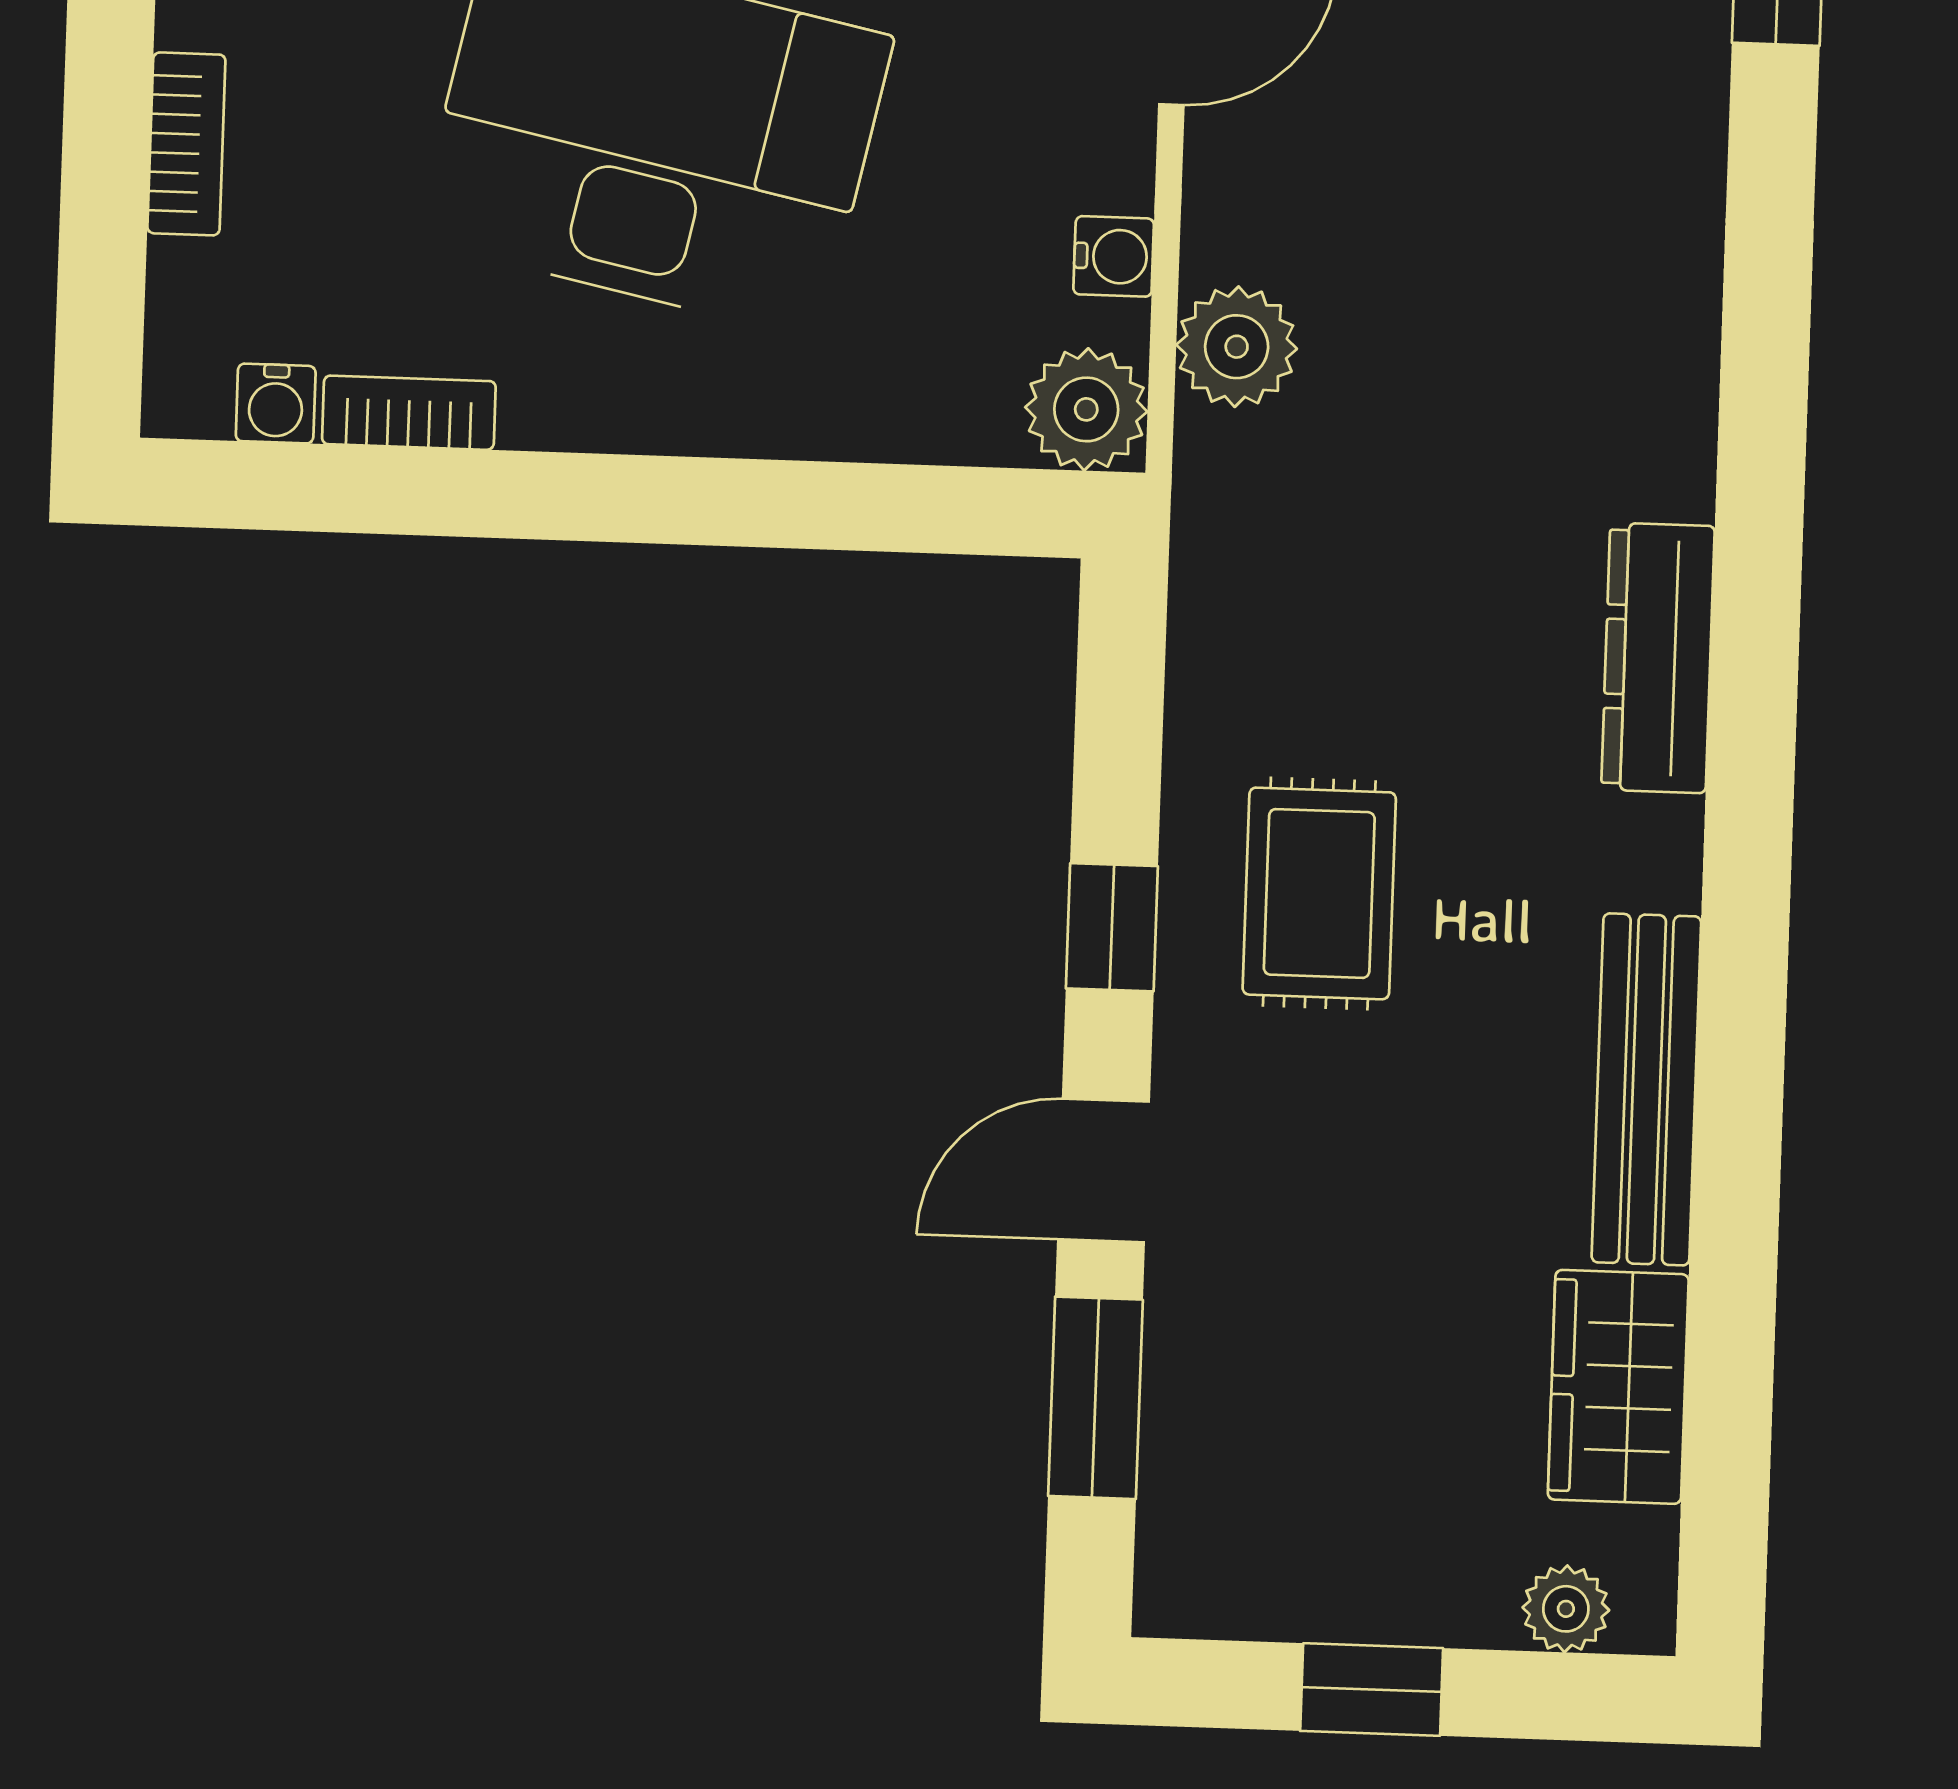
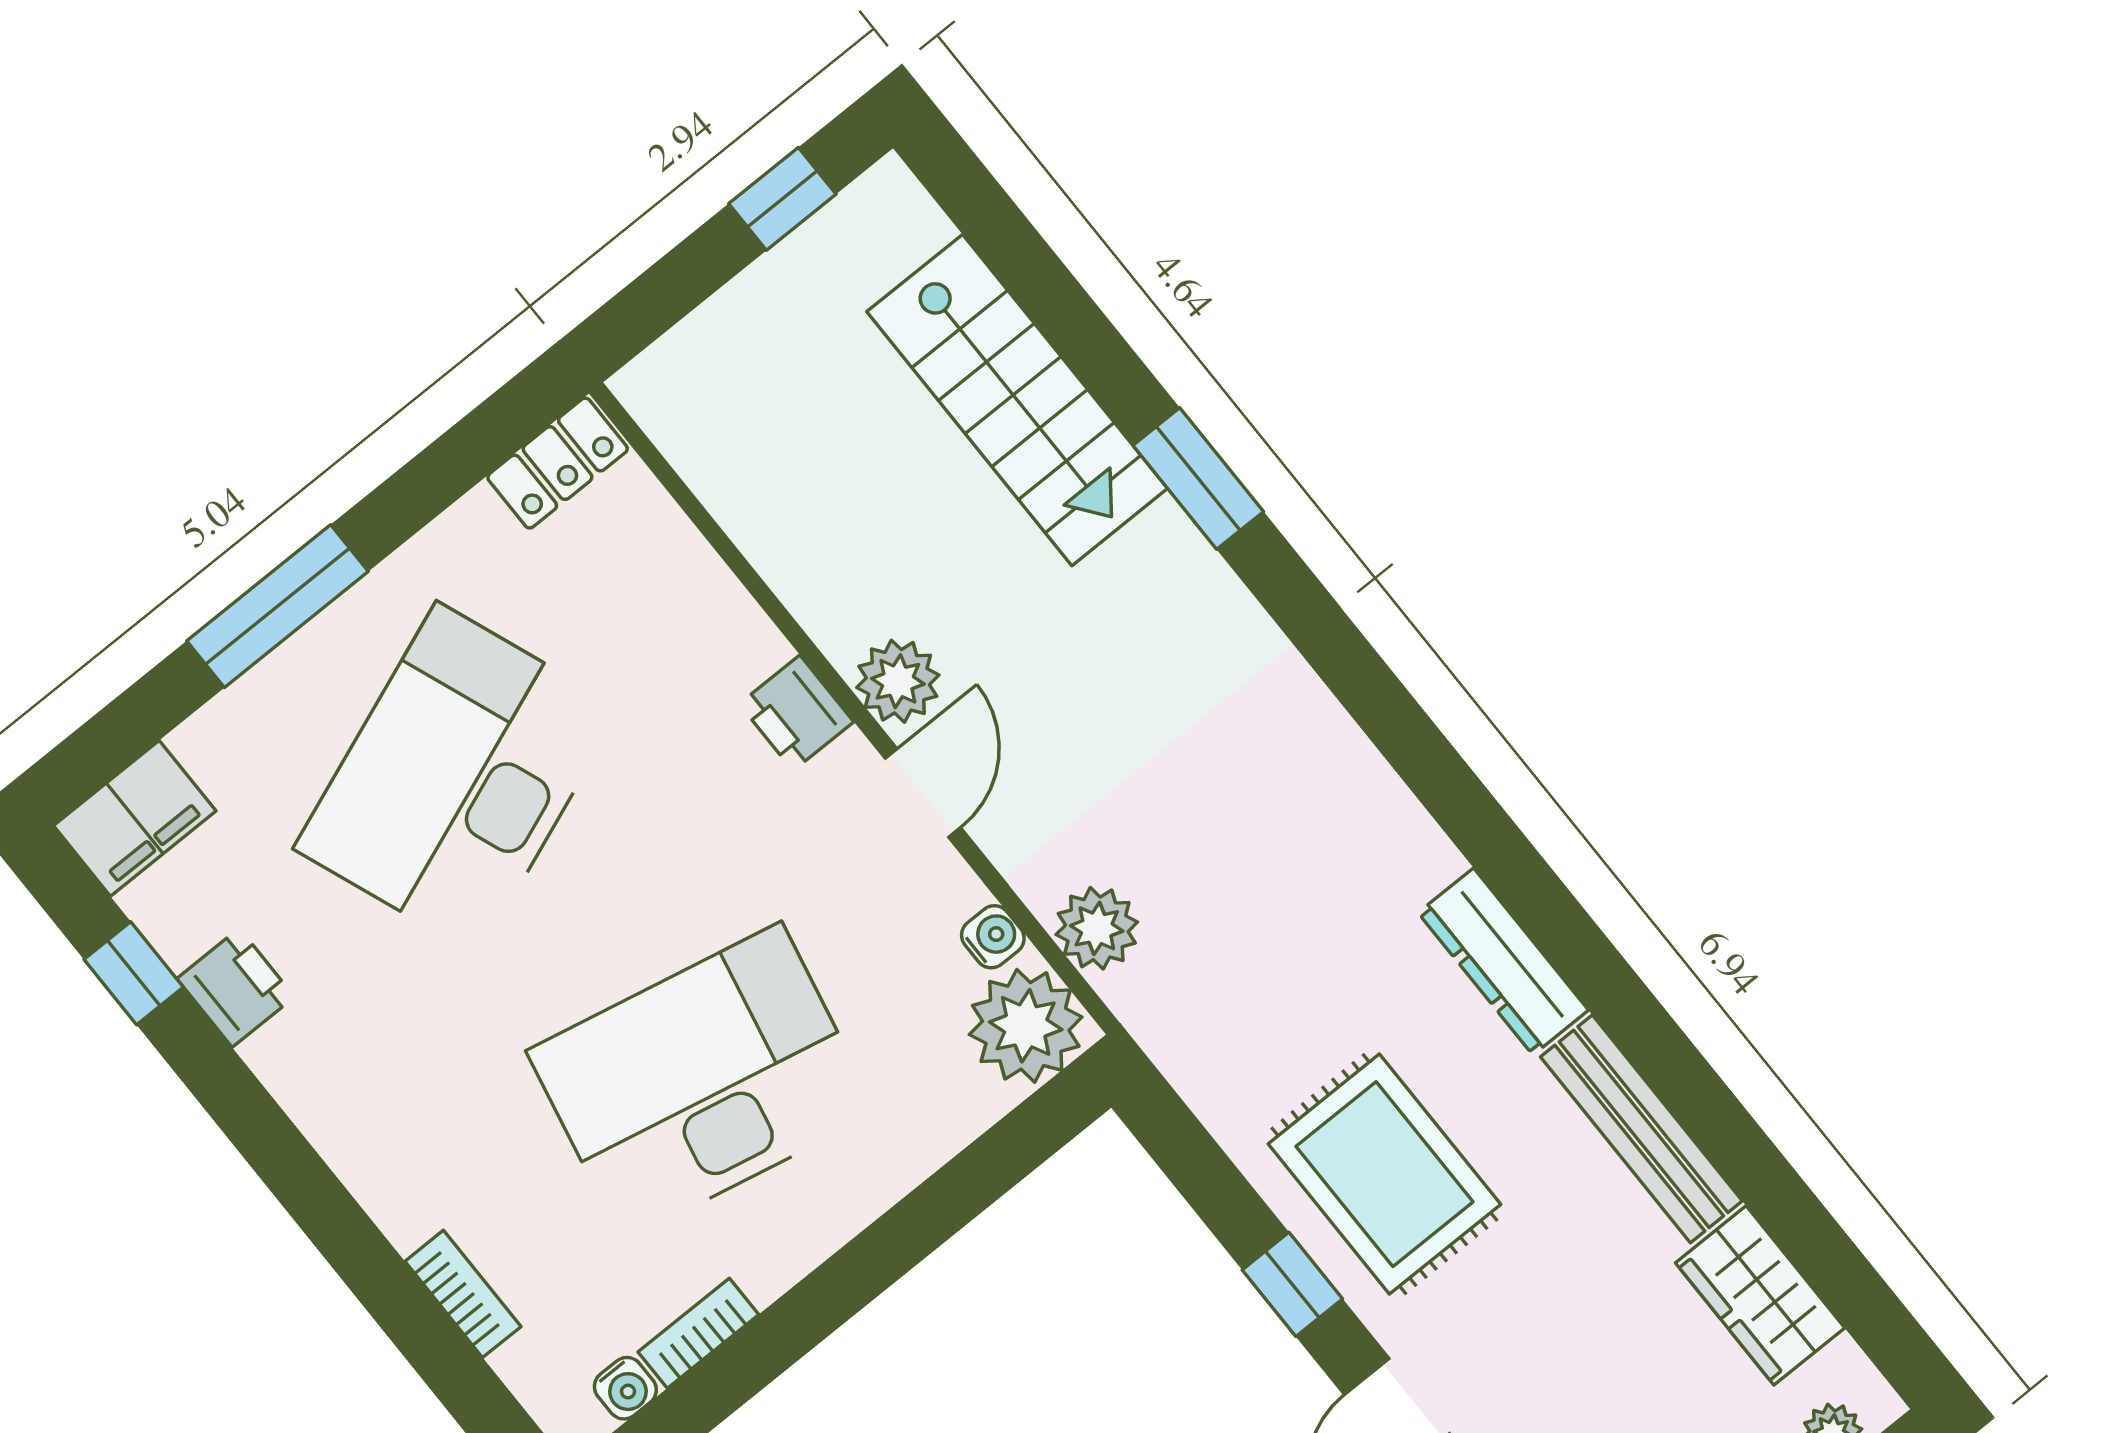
plant: (1086, 409) -> (1026, 1026), width x1.36, depth x1.36
dresser: (1658, 658) -> (1503, 961), moved
rug: (1319, 893) -> (1384, 1174), width x1.36, depth x1.43

